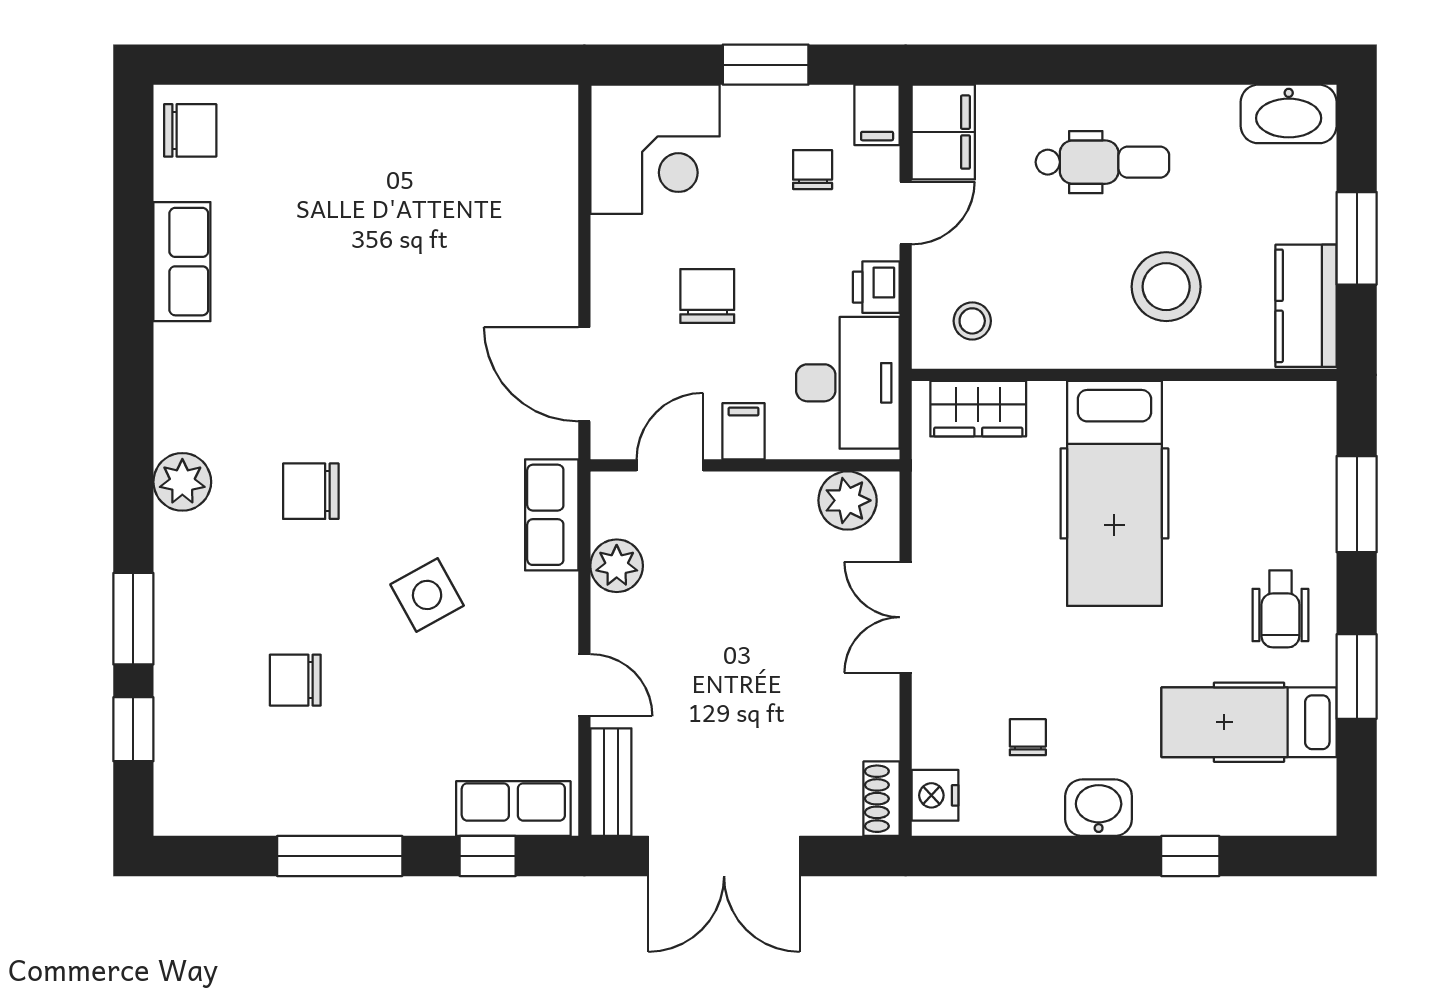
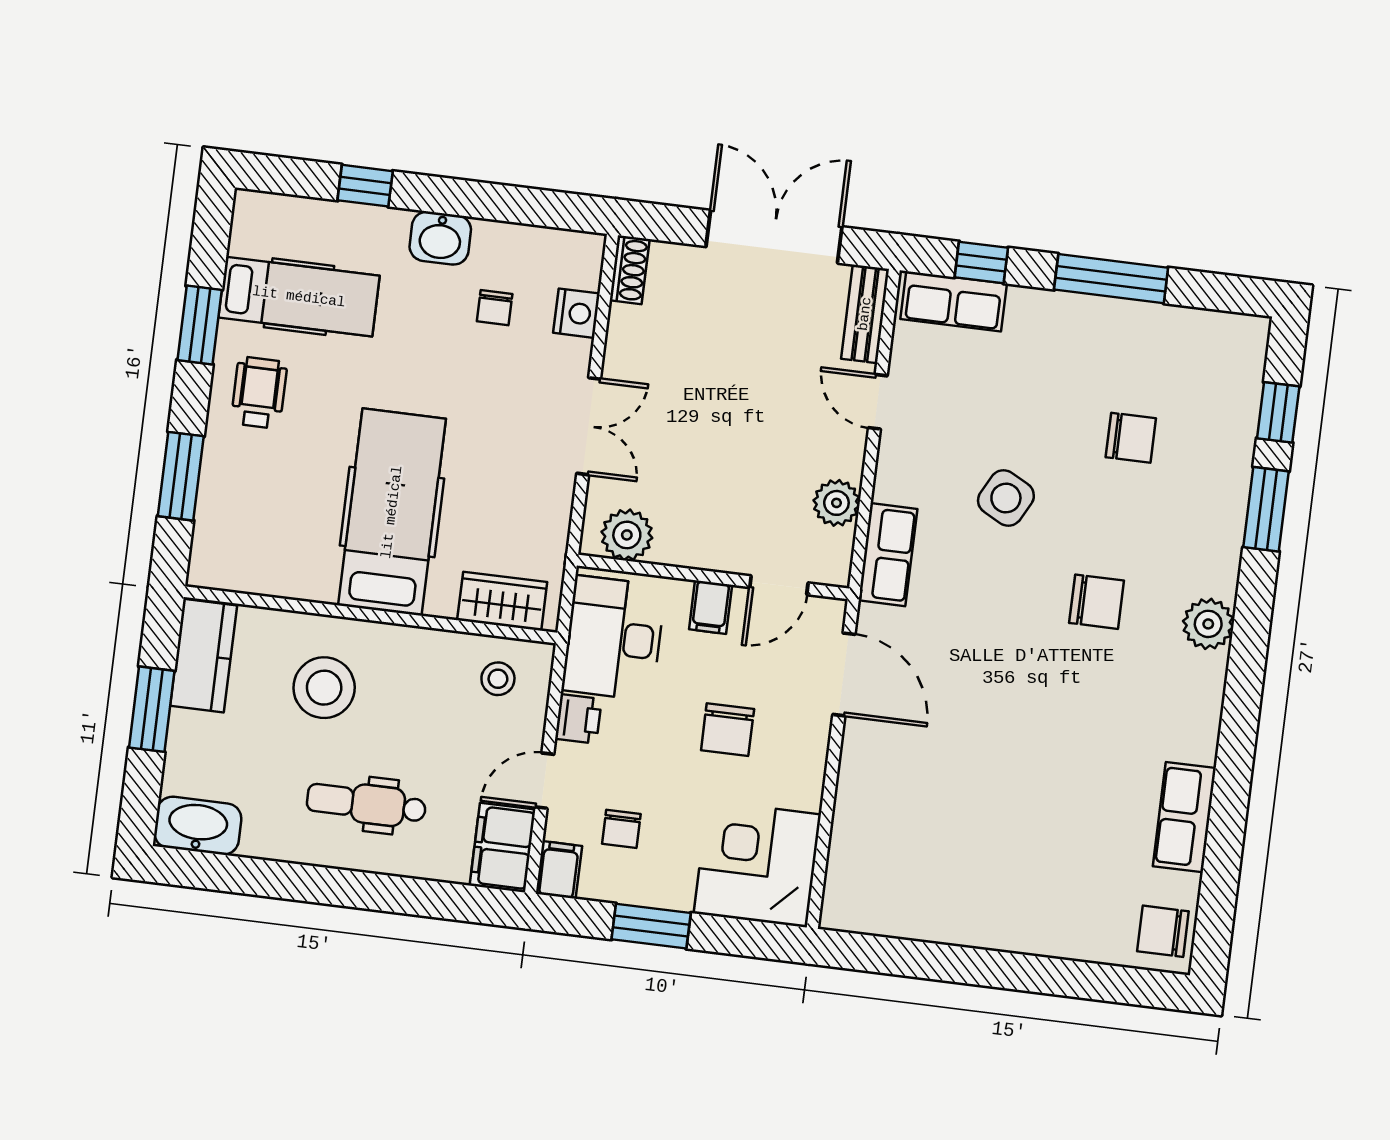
side table: (427, 595) -> (1006, 498), turned -33
nightstand: (935, 795) -> (576, 313), moved

